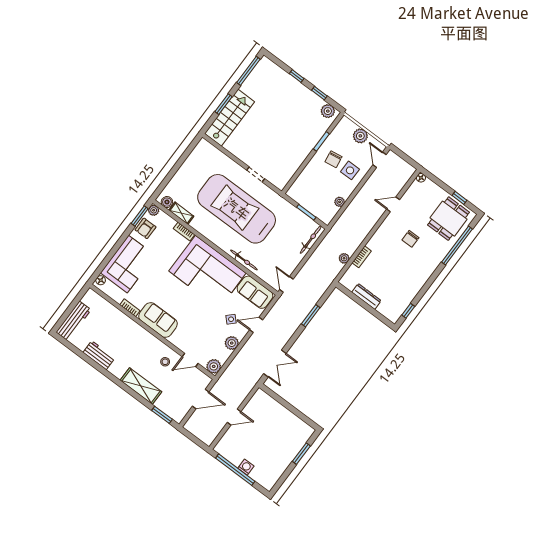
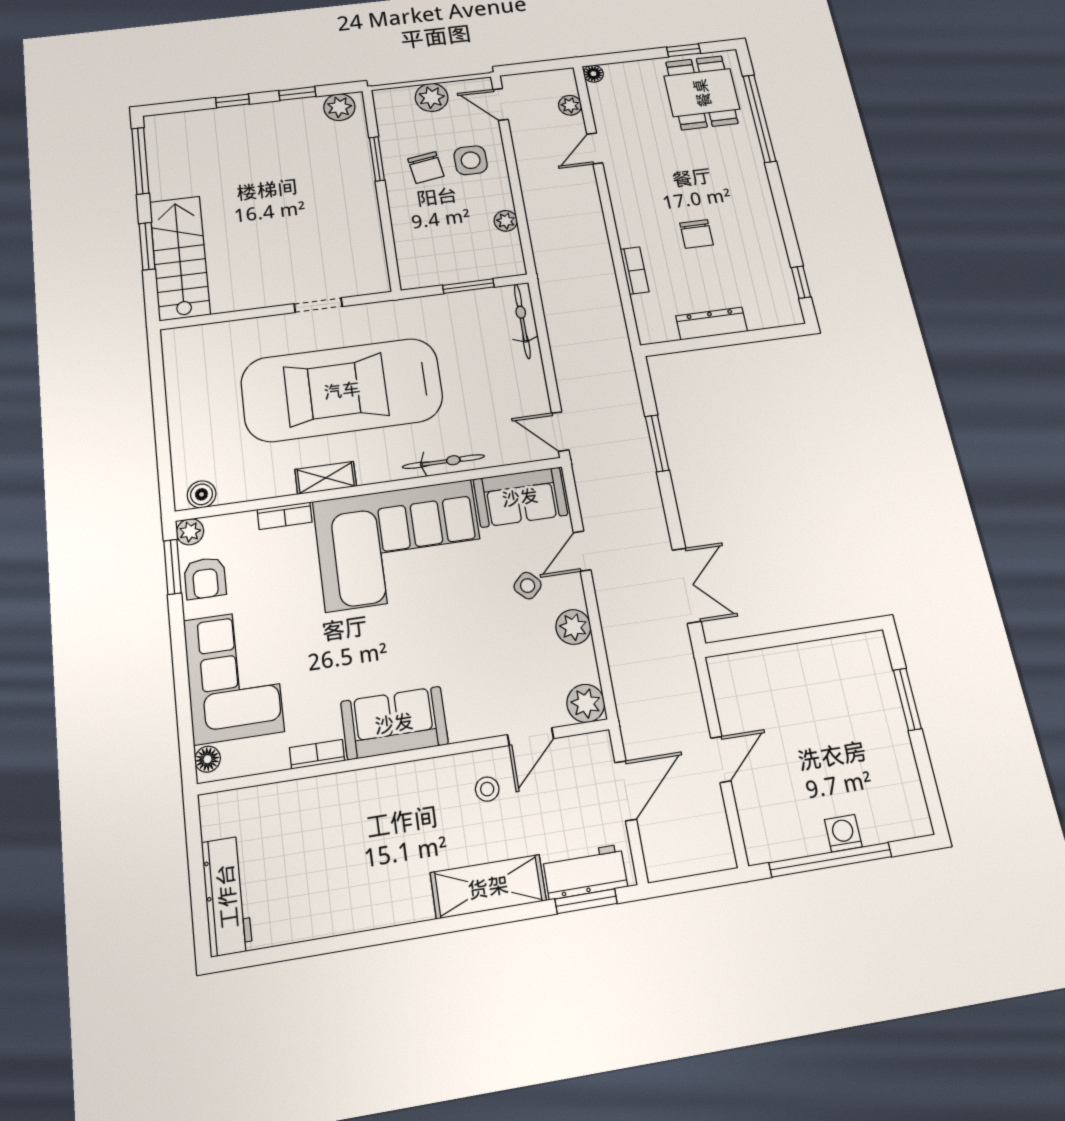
shelving: (181, 213) -> (326, 478), moved
chair: (410, 239) -> (697, 234), moved
plant: (344, 258) -> (570, 105), moved
workbench: (99, 355) -> (585, 872), moved

